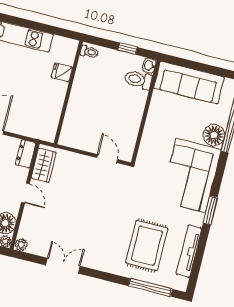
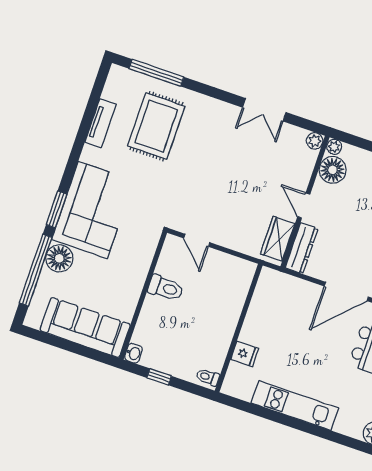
toilet: (138, 80) -> (166, 288), moved
dresser: (26, 154) -> (302, 248), width x1.44
window: (210, 210) -> (56, 209), moved
tv unit: (189, 251) -> (101, 123), width x0.71

